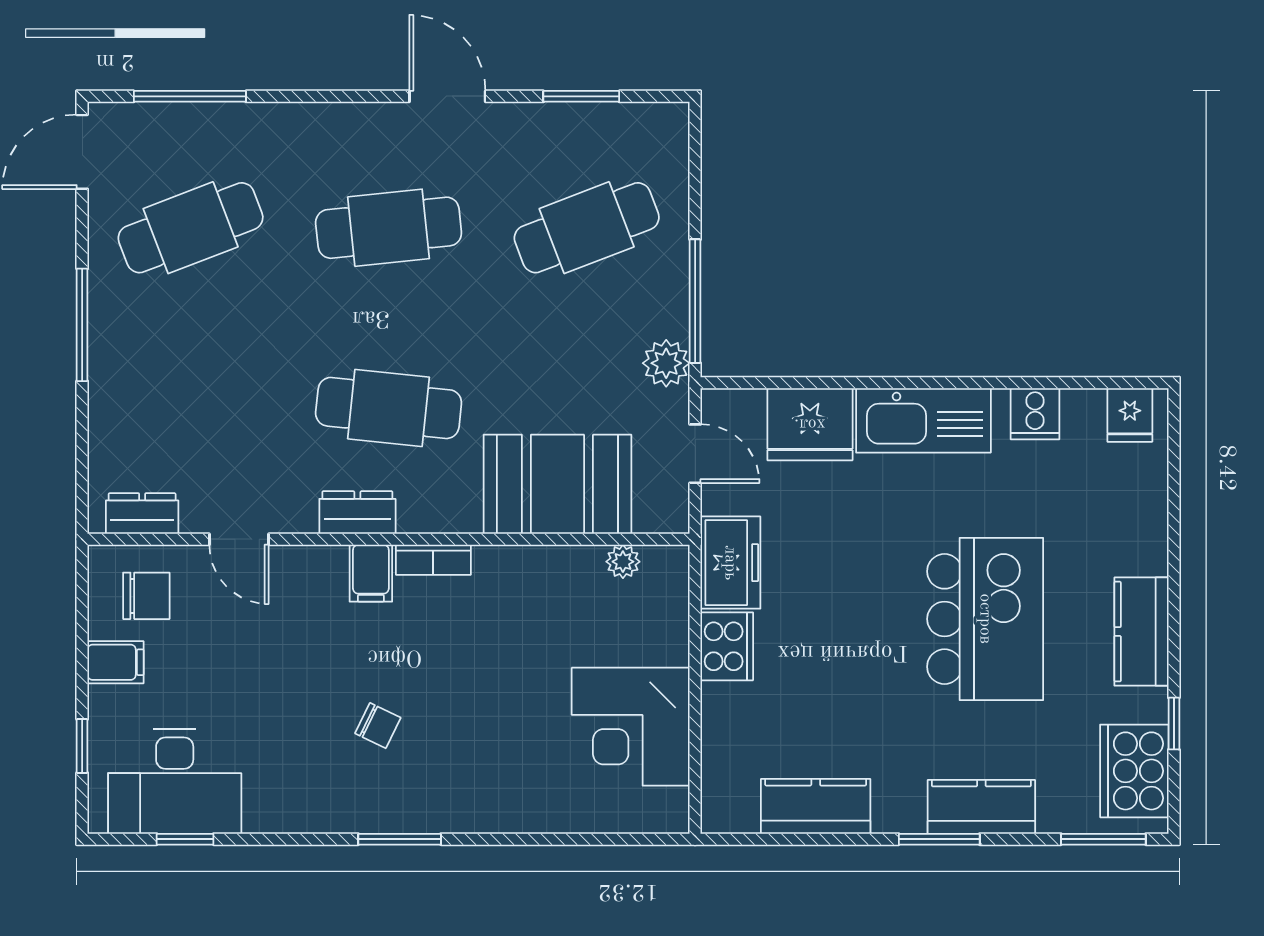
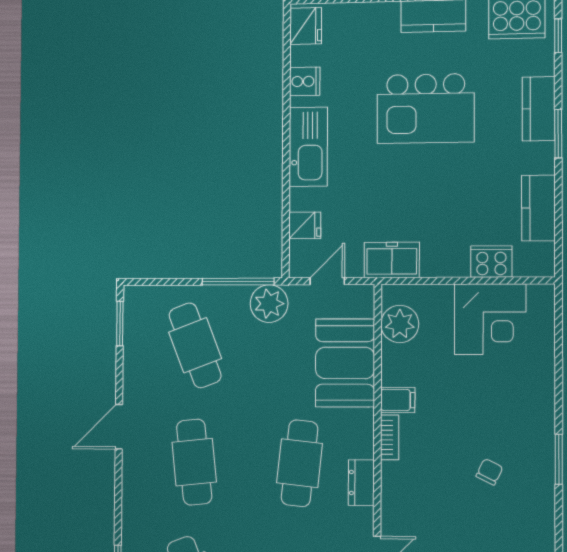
window: (581, 96) -> (120, 323), moved
plant: (666, 363) -> (269, 304), width x1.36, depth x1.36
fridge: (1130, 415) -> (306, 26), width x1.38
fridge: (810, 424) -> (305, 225), width x0.53, depth x0.75
plant: (623, 562) -> (400, 324), width x1.88, depth x1.88
filing cabinet: (371, 573) -> (398, 400), moved
kitchen island: (985, 619) -> (426, 109), turned 180
cooker: (727, 646) -> (491, 262), moved
window: (1103, 839) -> (558, 36), width x0.67

